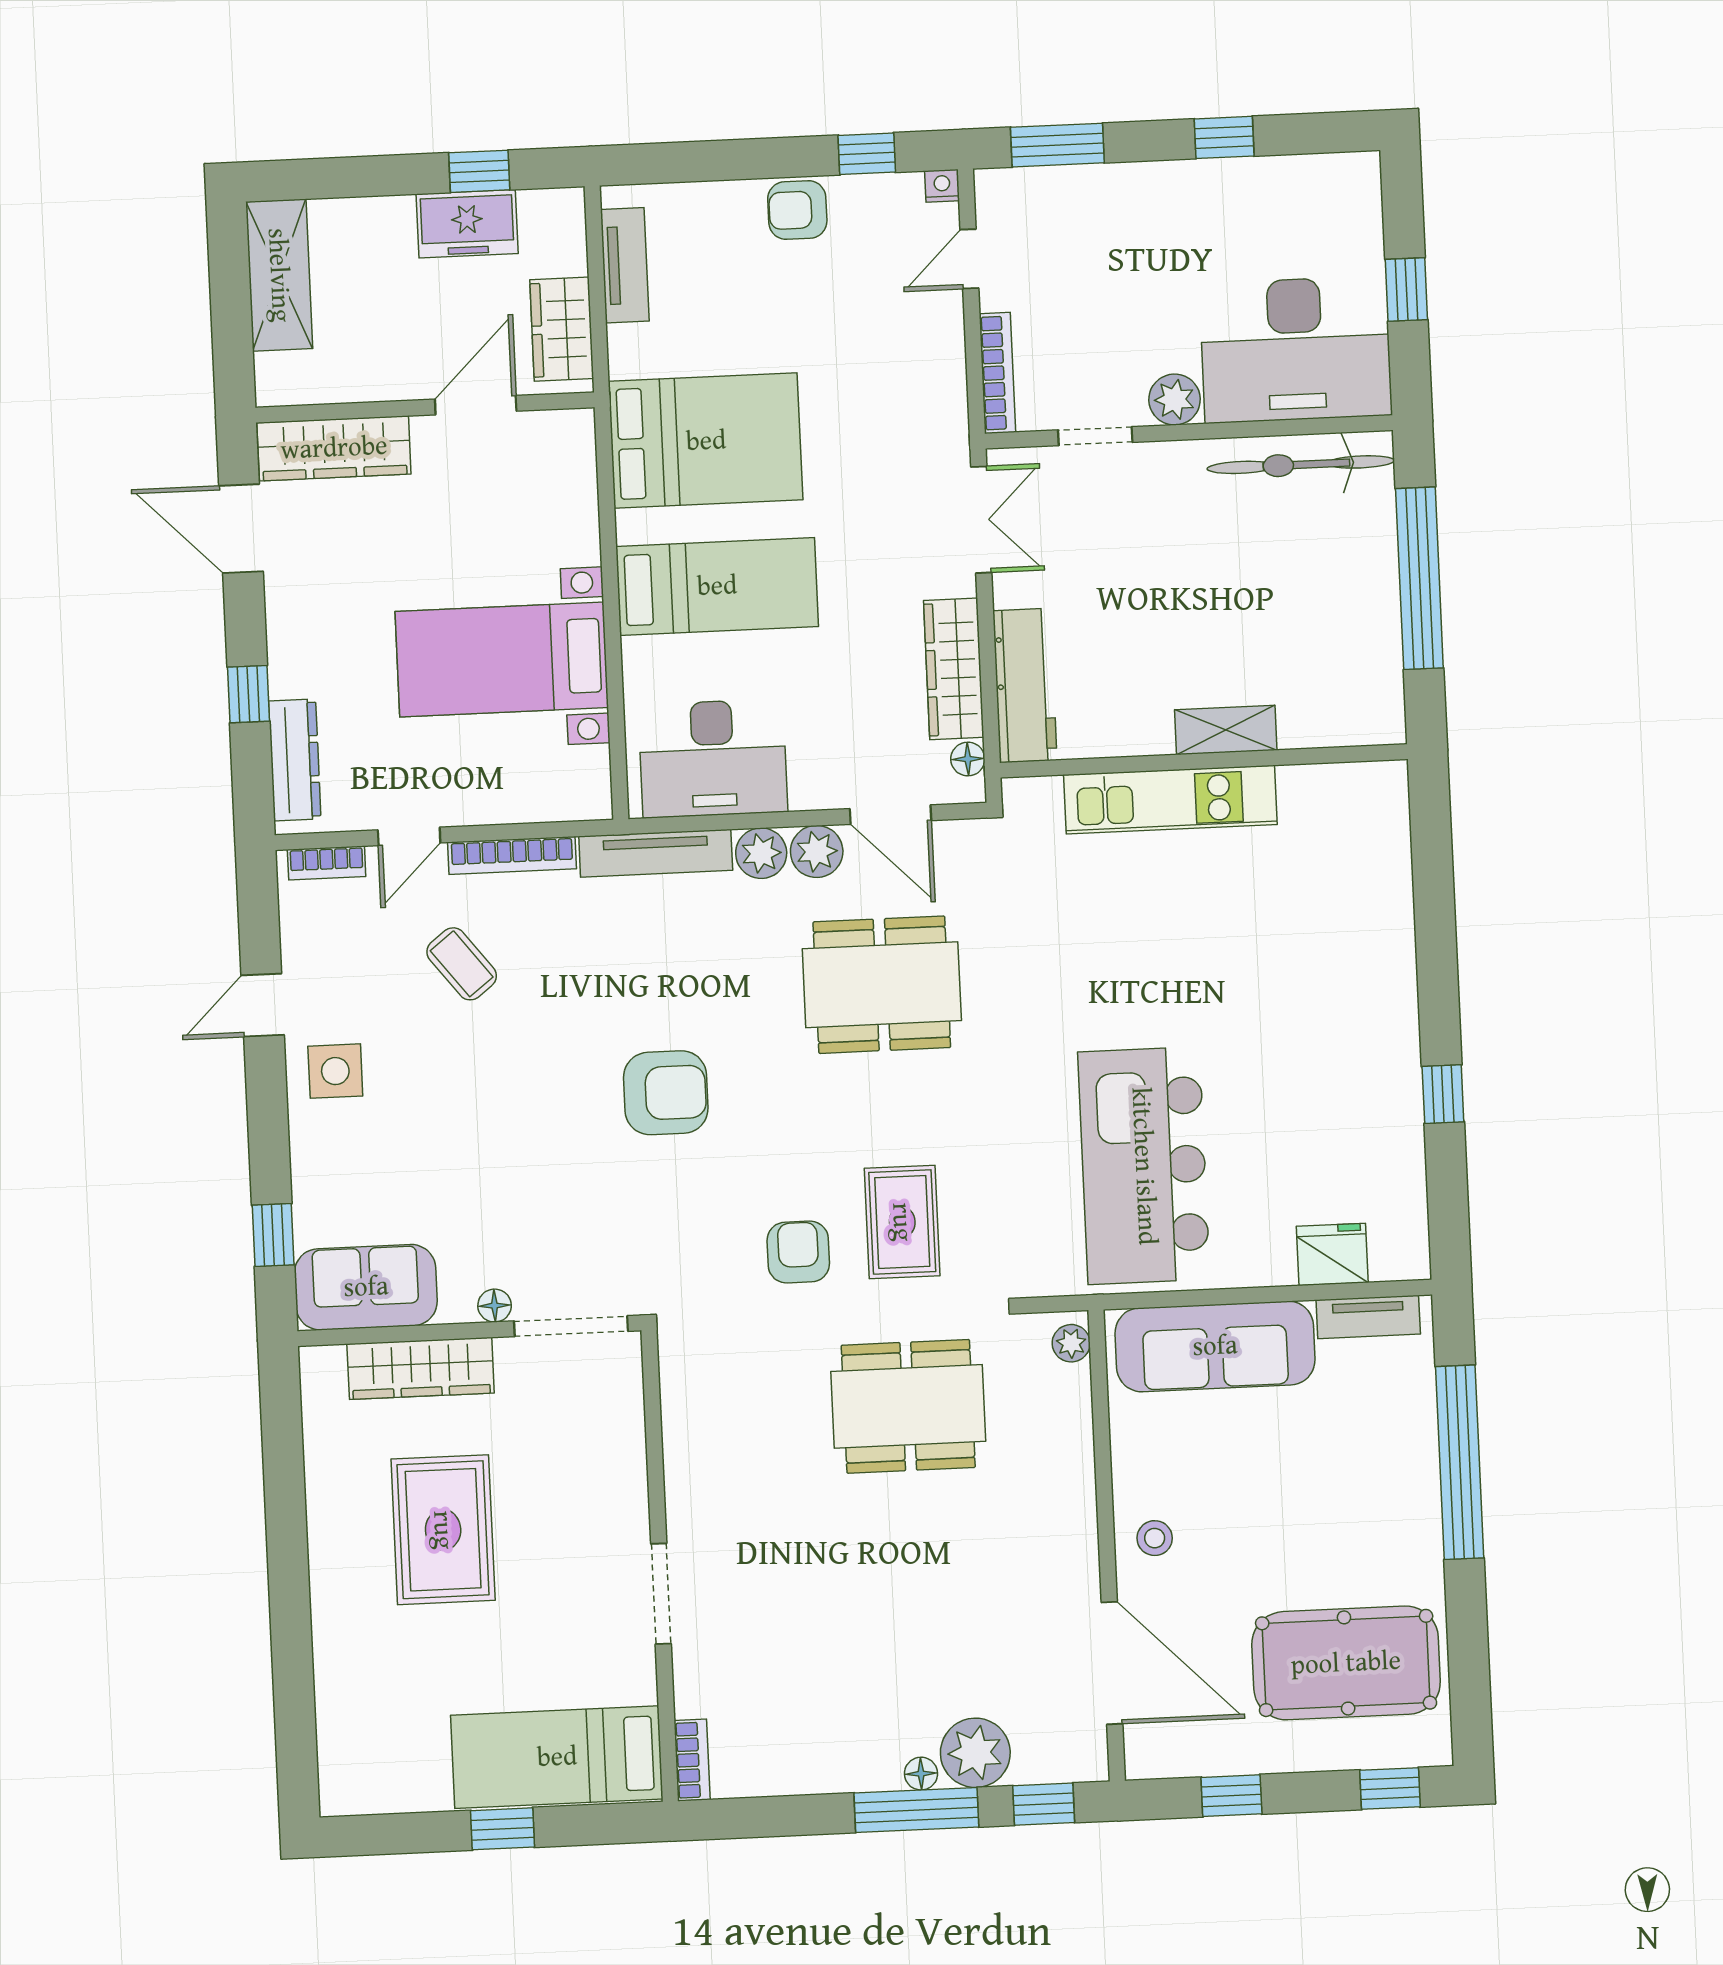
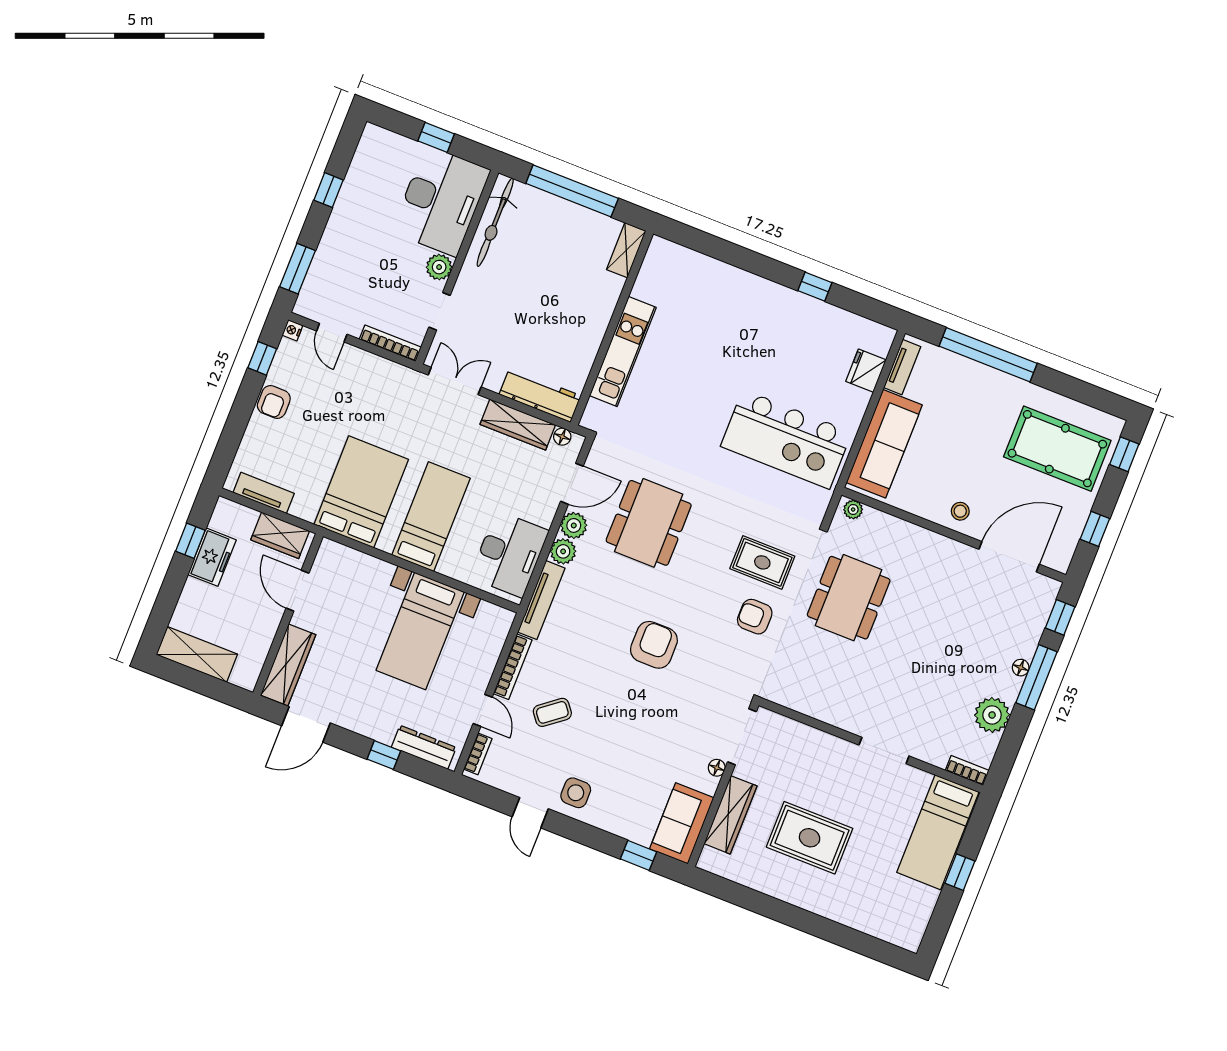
shelving: (1226, 730) -> (626, 250), moved
pool table: (1346, 1663) -> (1057, 449), turned 90
plant: (975, 1753) -> (992, 715), moved

